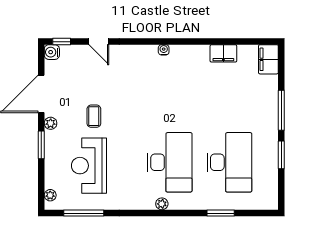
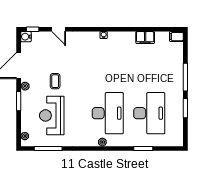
filing cabinet: (268, 59) -> (176, 37), width x0.50

